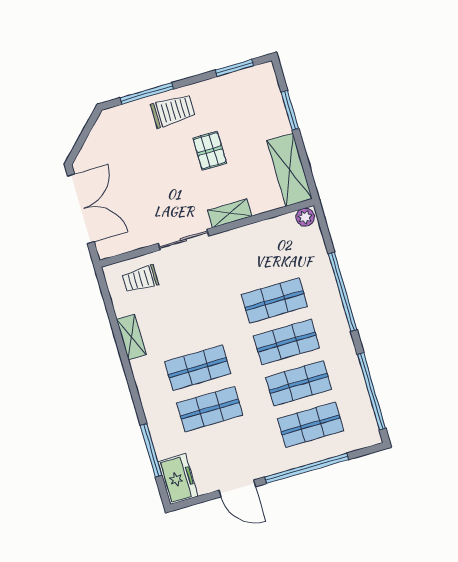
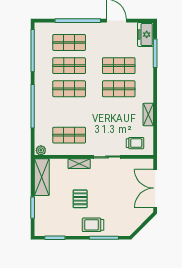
shop shelf: (275, 300) -> (69, 135), moved

